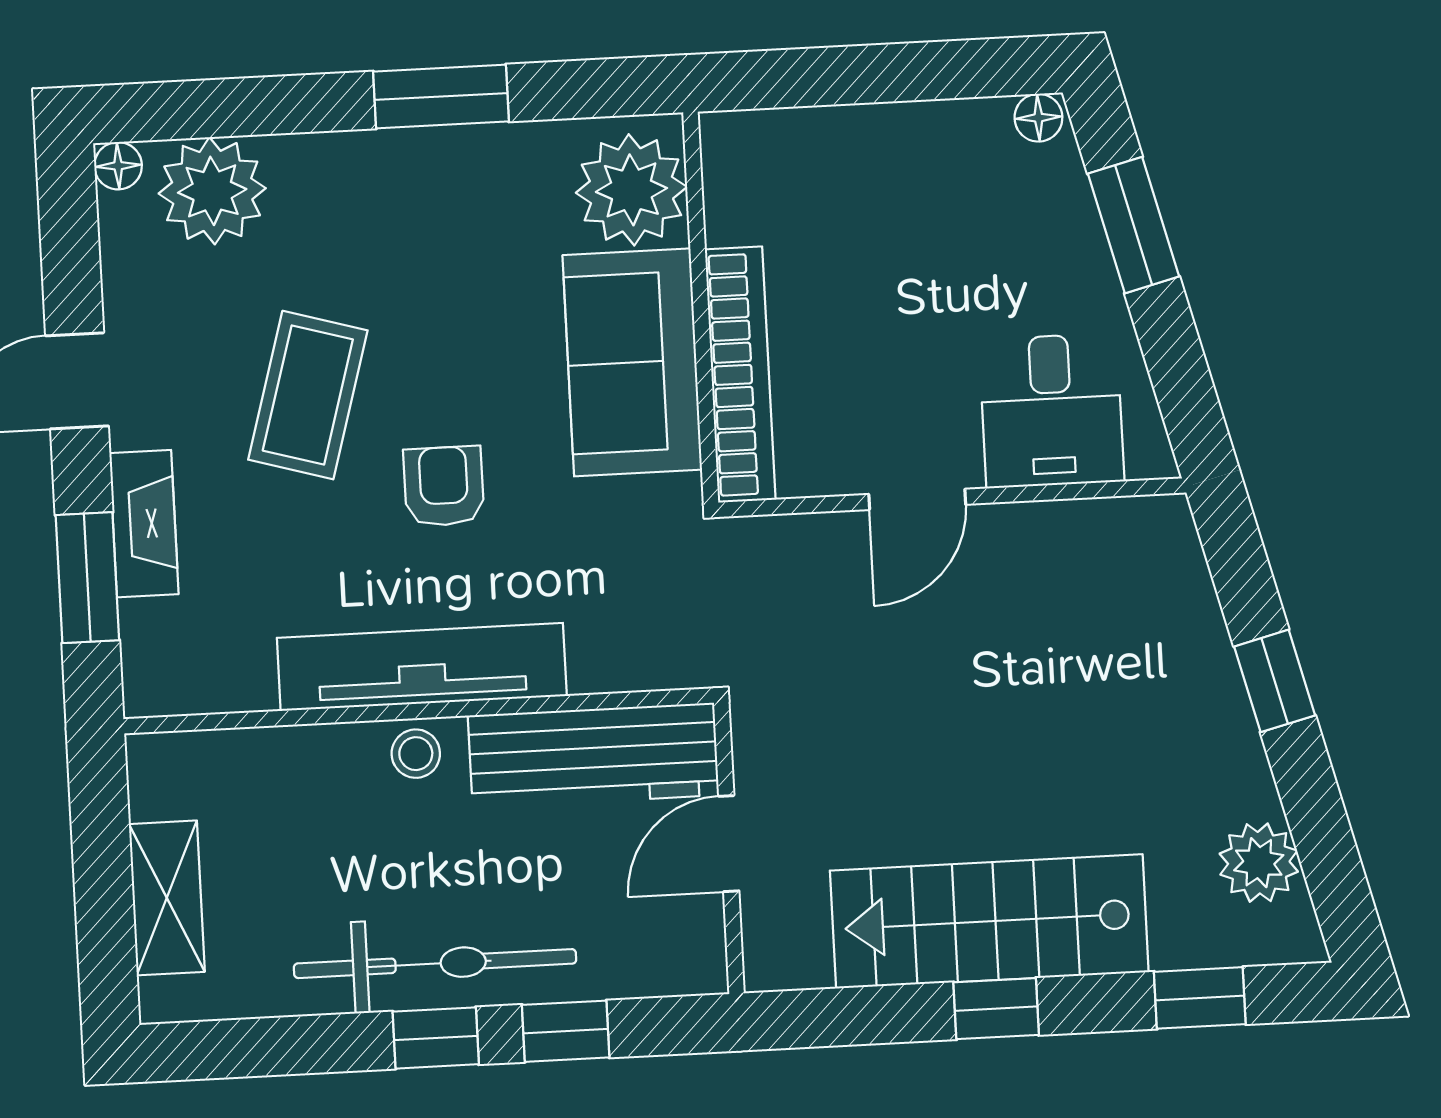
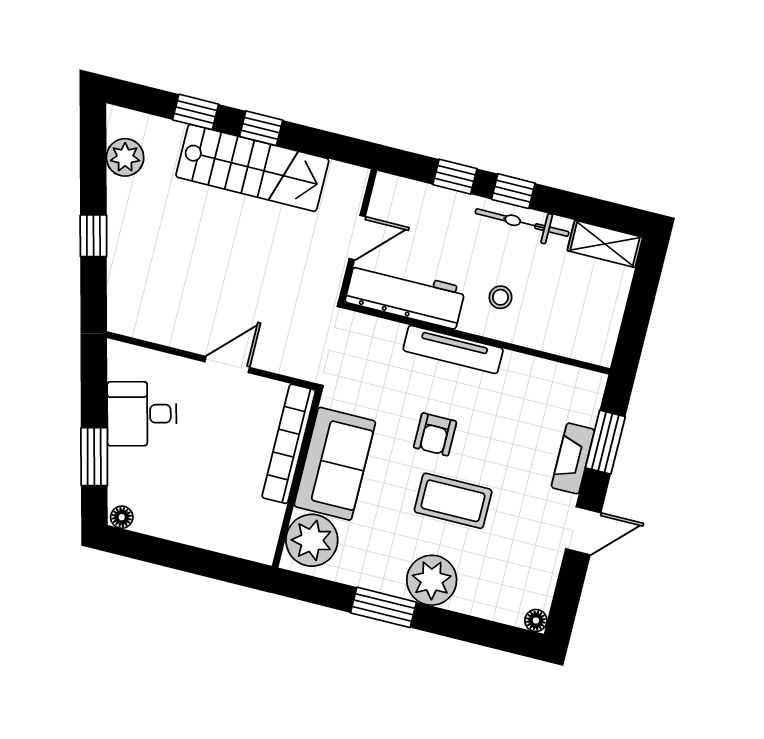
plant: (212, 191) -> (432, 580), moved
coffee table: (308, 395) -> (453, 501), moved, turned 74
desk: (1052, 411) -> (142, 414), moved, turned -104
tv unit: (422, 667) -> (453, 349), width x0.73, depth x0.78
stool: (416, 754) -> (500, 297), moved
shelving: (167, 898) -> (605, 244), moved, turned 90
bicycle: (435, 964) -> (522, 223), width x0.73, depth x0.71
window: (1200, 998) -> (196, 112), moved

